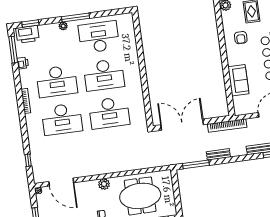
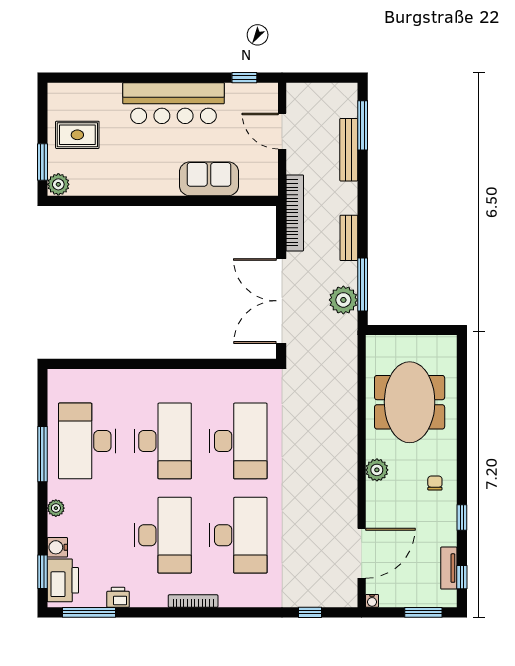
window: (76, 17) -> (42, 454), moved
water cooler: (44, 29) -> (57, 547), added
armchair: (241, 38) -> (126, 163), removed
plant: (187, 156) -> (343, 300), added

